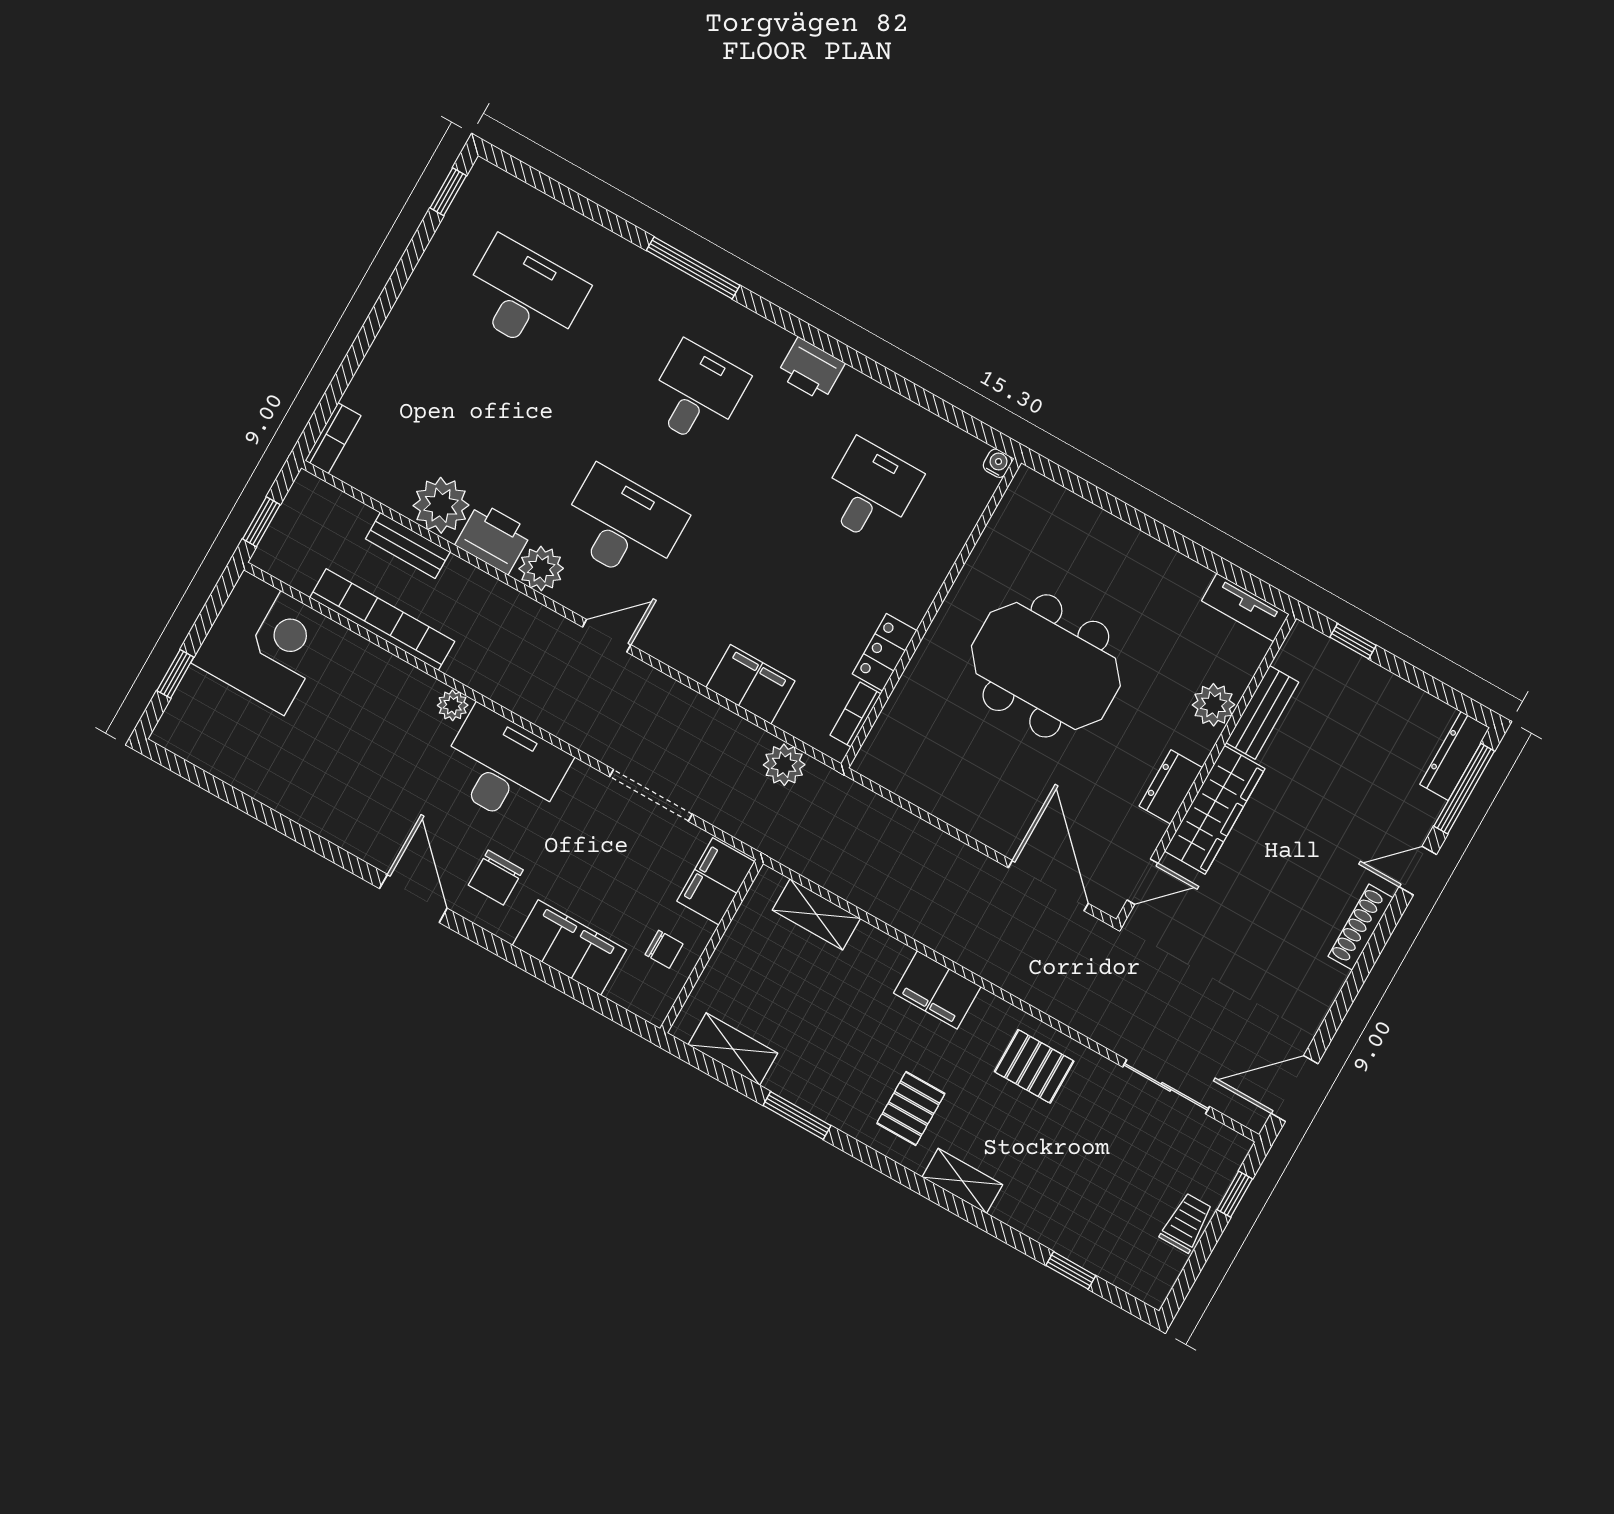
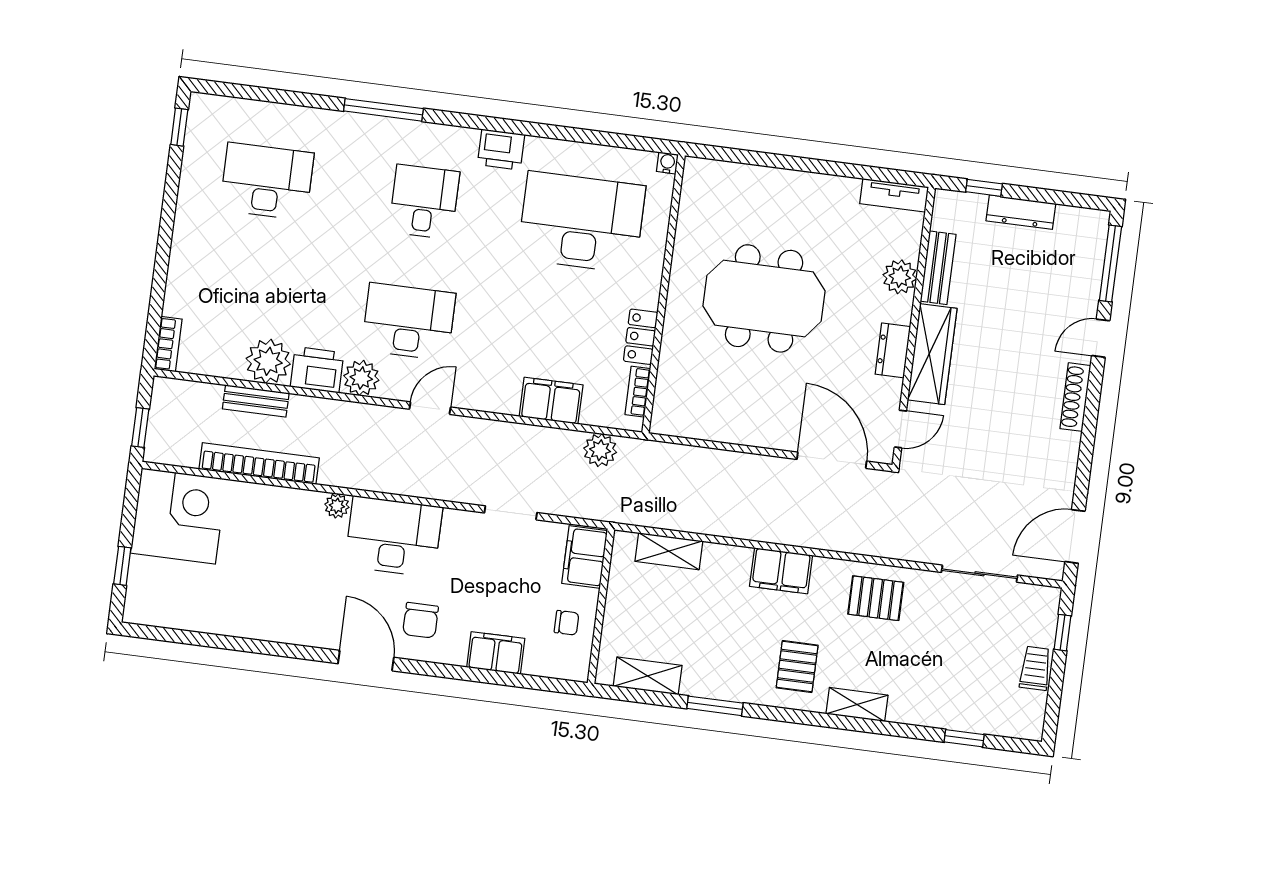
desk: (870, 492) -> (581, 222), width x1.87, depth x1.30
dresser: (1455, 756) -> (1021, 212), moved, turned -90
doorway: (651, 795) -> (511, 513), width x0.73
filing cabinet: (569, 948) -> (496, 653), width x0.67, depth x0.86

